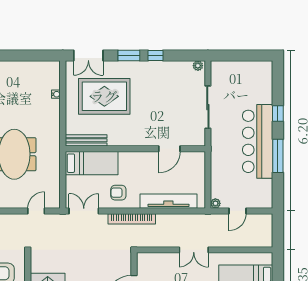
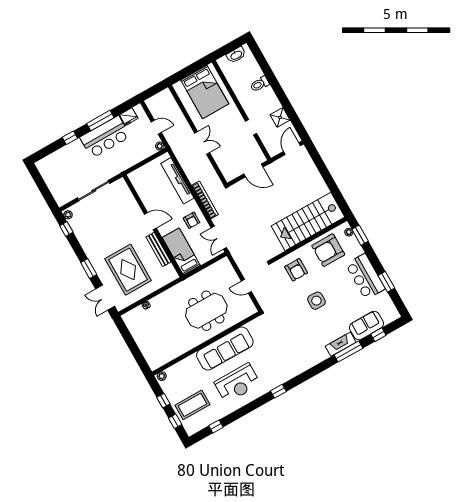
double door: (88, 55) -> (105, 298), swing flipped
window: (155, 55) -> (66, 229), moved
bench: (86, 140) -> (158, 249), moved
bar counter: (258, 141) -> (105, 137), width x0.73
door: (169, 149) -> (150, 221), moved
fridge: (265, 188) -> (129, 117), added
door: (36, 211) -> (246, 286), moved

